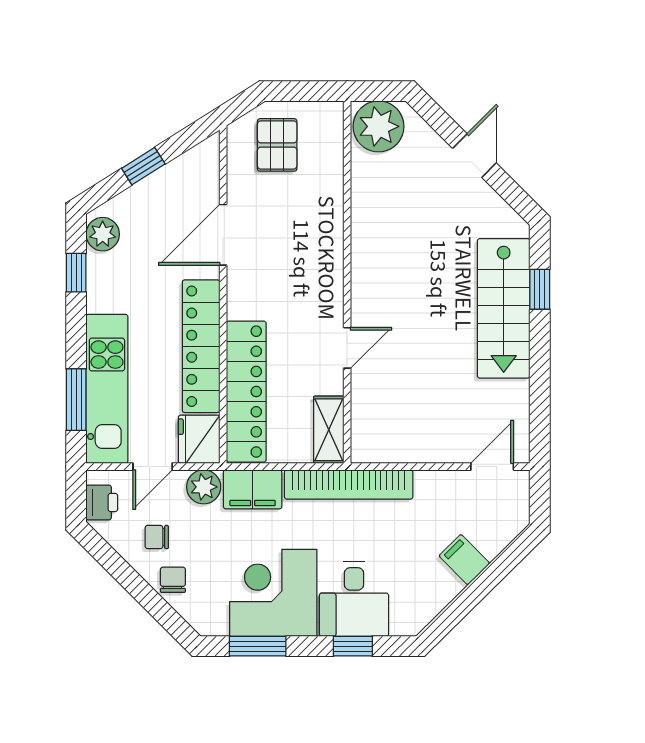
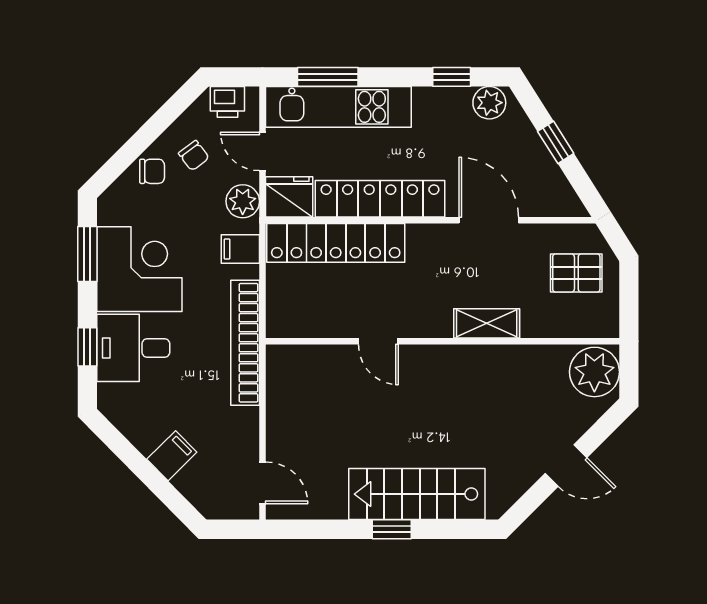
window: (540, 289) -> (392, 529), moved
shelving: (329, 430) -> (487, 323), moved
filing cabinet: (253, 489) -> (240, 249), width x0.50
chair: (157, 537) -> (194, 156), turned 143

